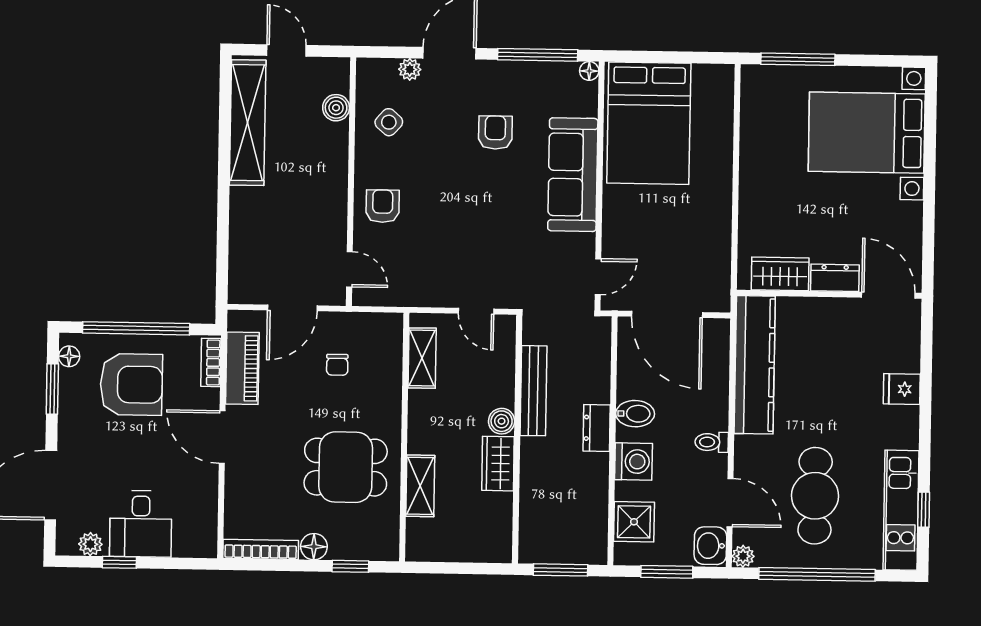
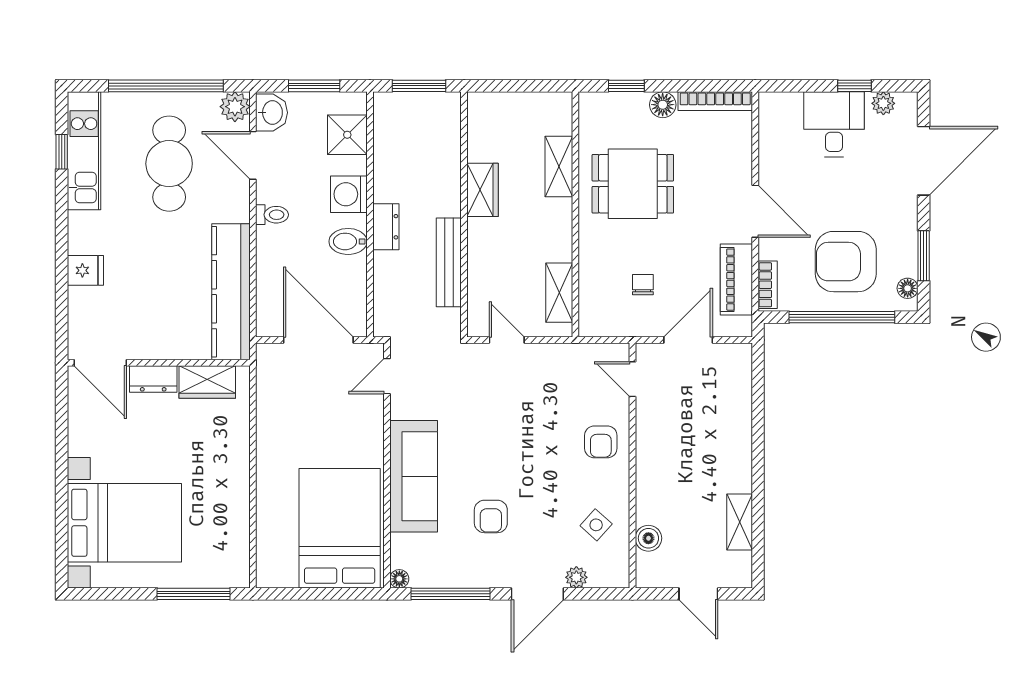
shelving: (248, 123) -> (740, 522), width x0.45, depth x0.75
boiler: (502, 421) -> (480, 232), removed
plant: (743, 556) -> (235, 107), width x1.38, depth x1.38

